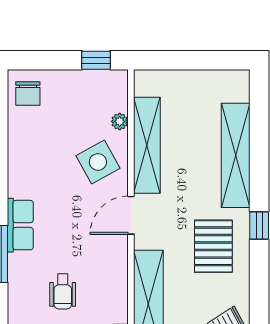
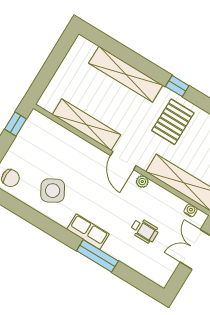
plant: (120, 121) -> (142, 182), moved
side table: (98, 162) -> (53, 191), moved
pallet: (213, 246) -> (173, 122), turned 90

